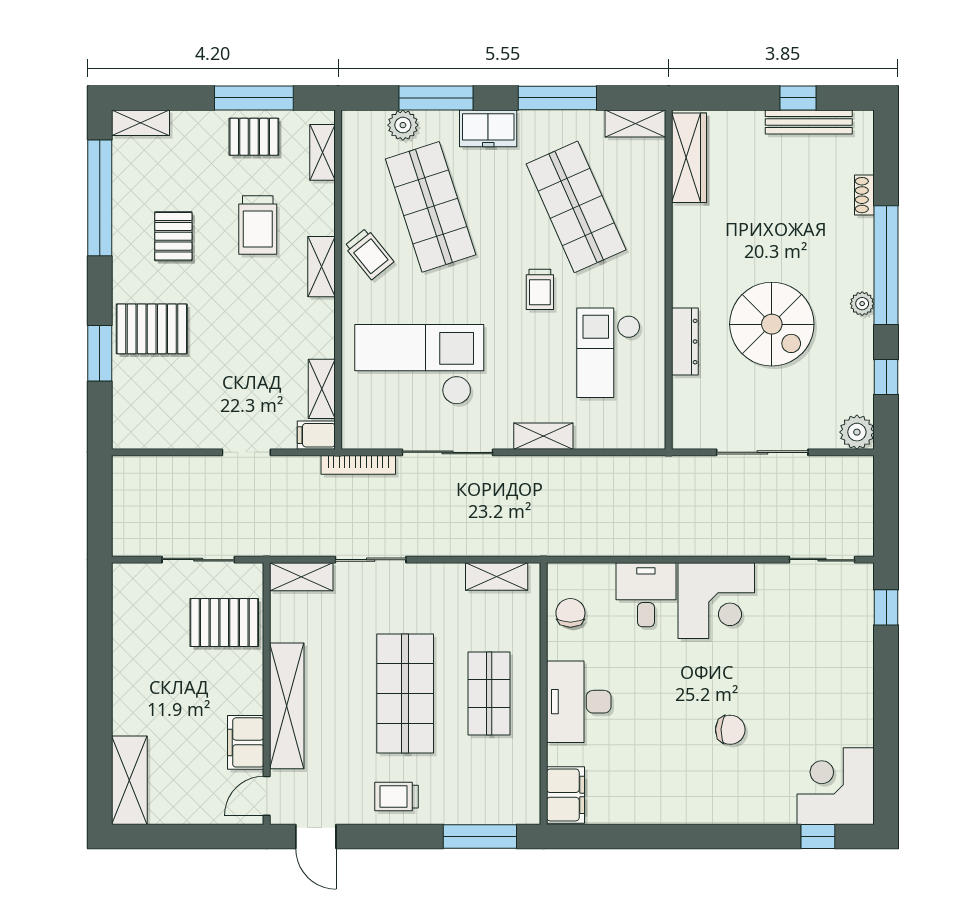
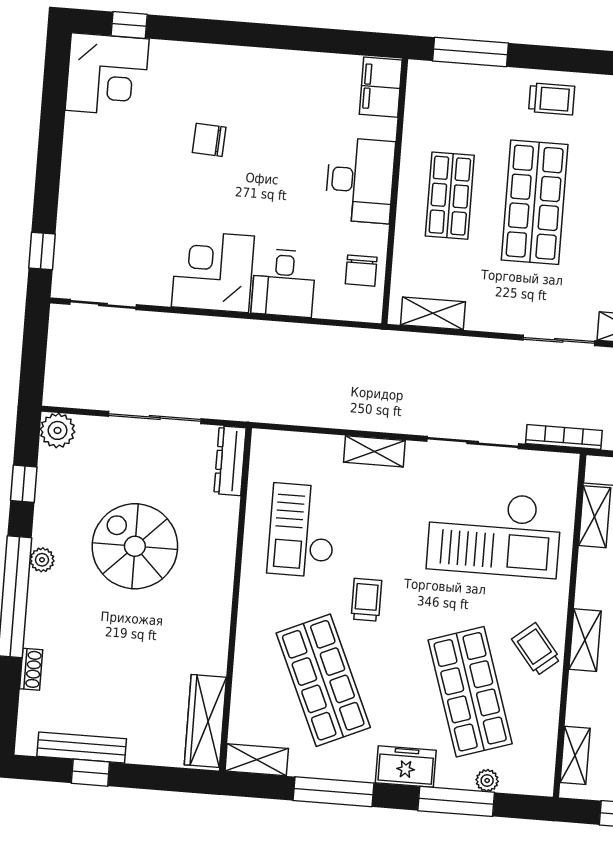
plant: (403, 125) -> (487, 780), width x0.73, depth x0.73
dresser: (685, 342) -> (230, 461), moved
checkout: (608, 353) -> (302, 530), turned 180

